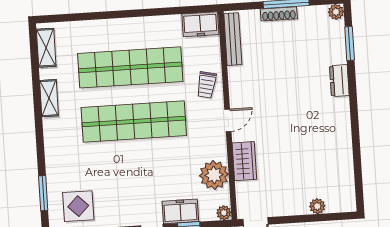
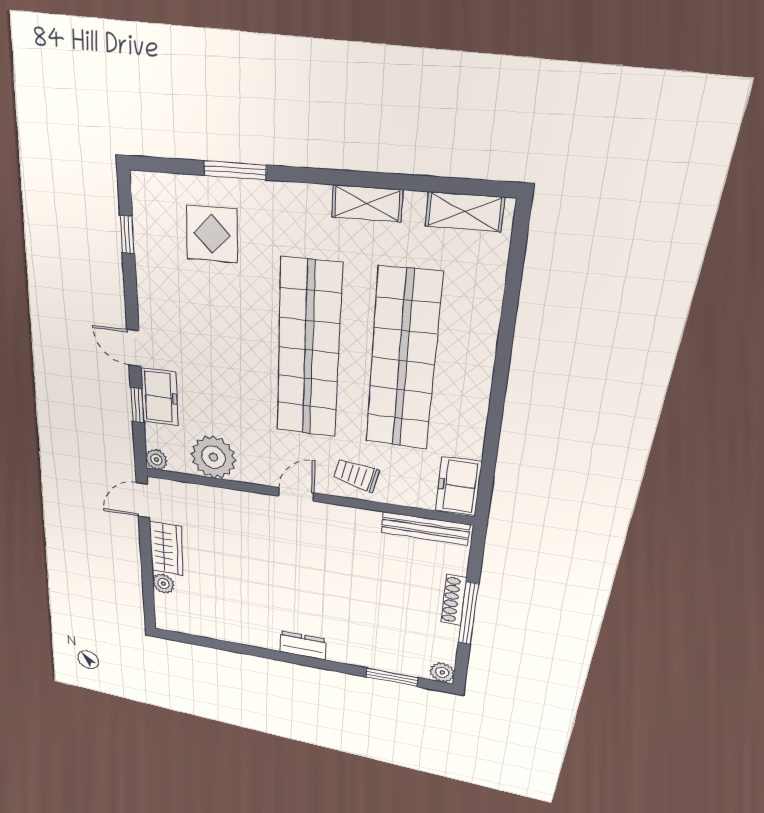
dresser: (339, 81) -> (303, 645), moved
door: (228, 120) -> (296, 494), swing flipped
wardrobe: (244, 161) -> (166, 549), moved, turned -90
window: (43, 193) -> (235, 170), moved
display table: (78, 206) -> (212, 234), moved

